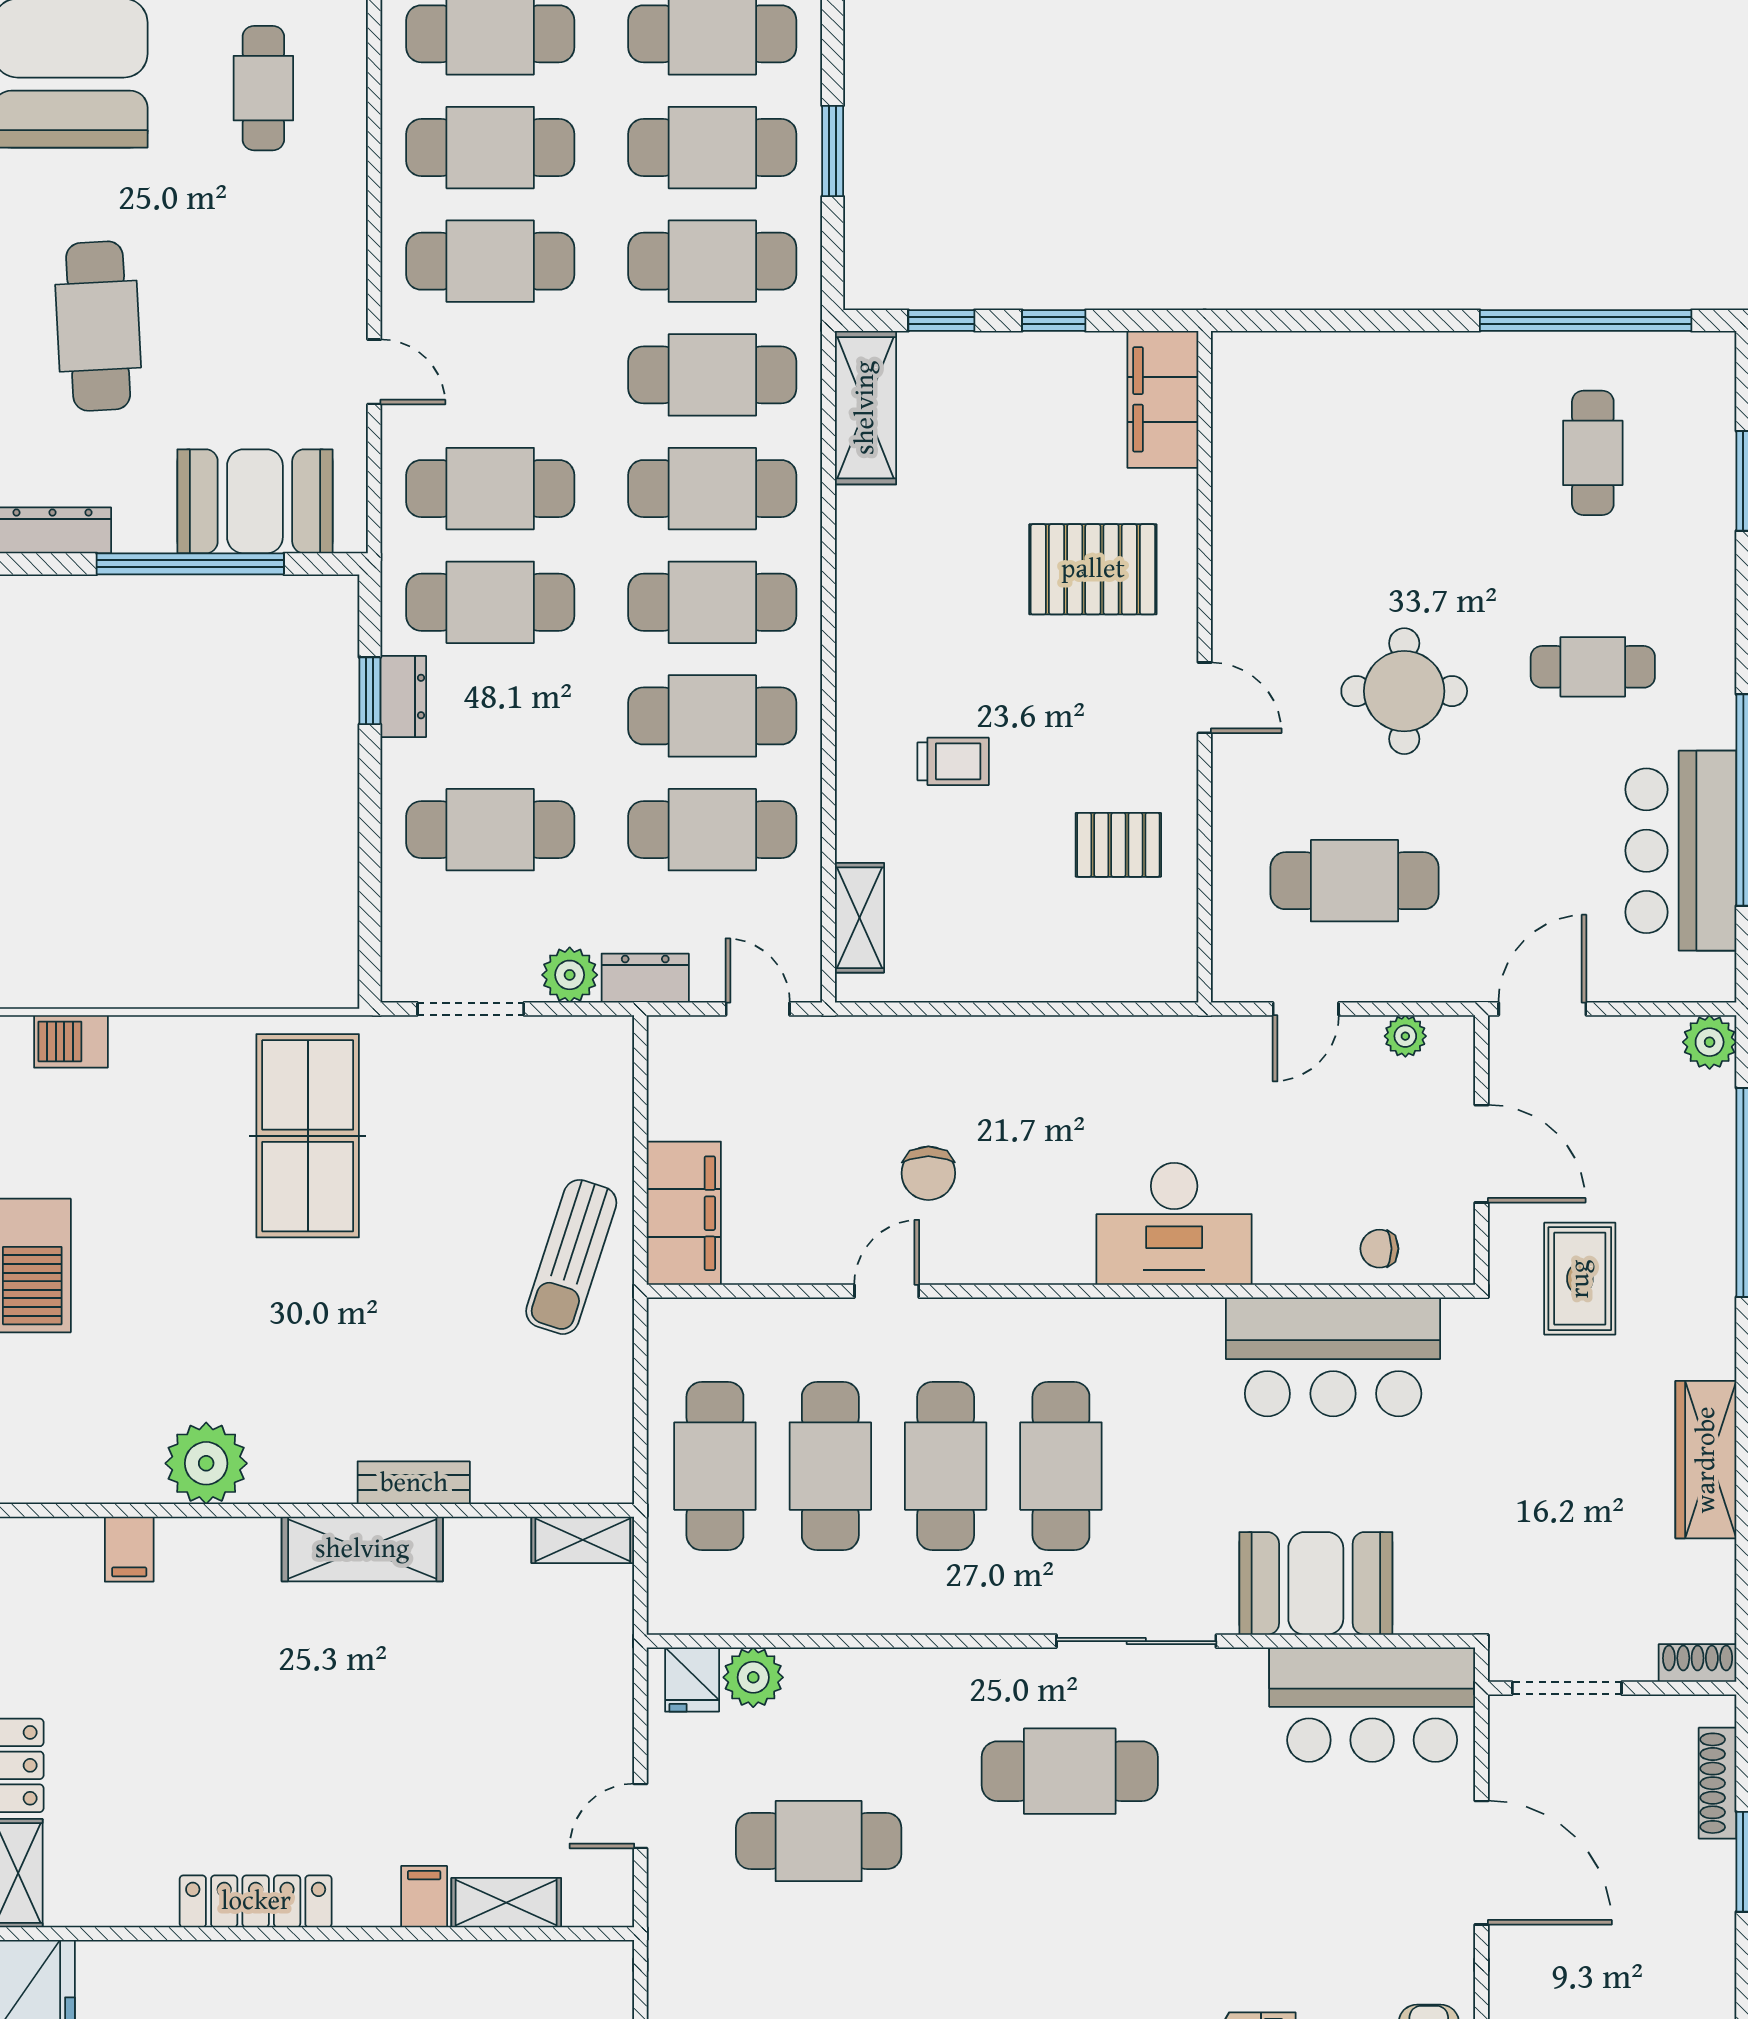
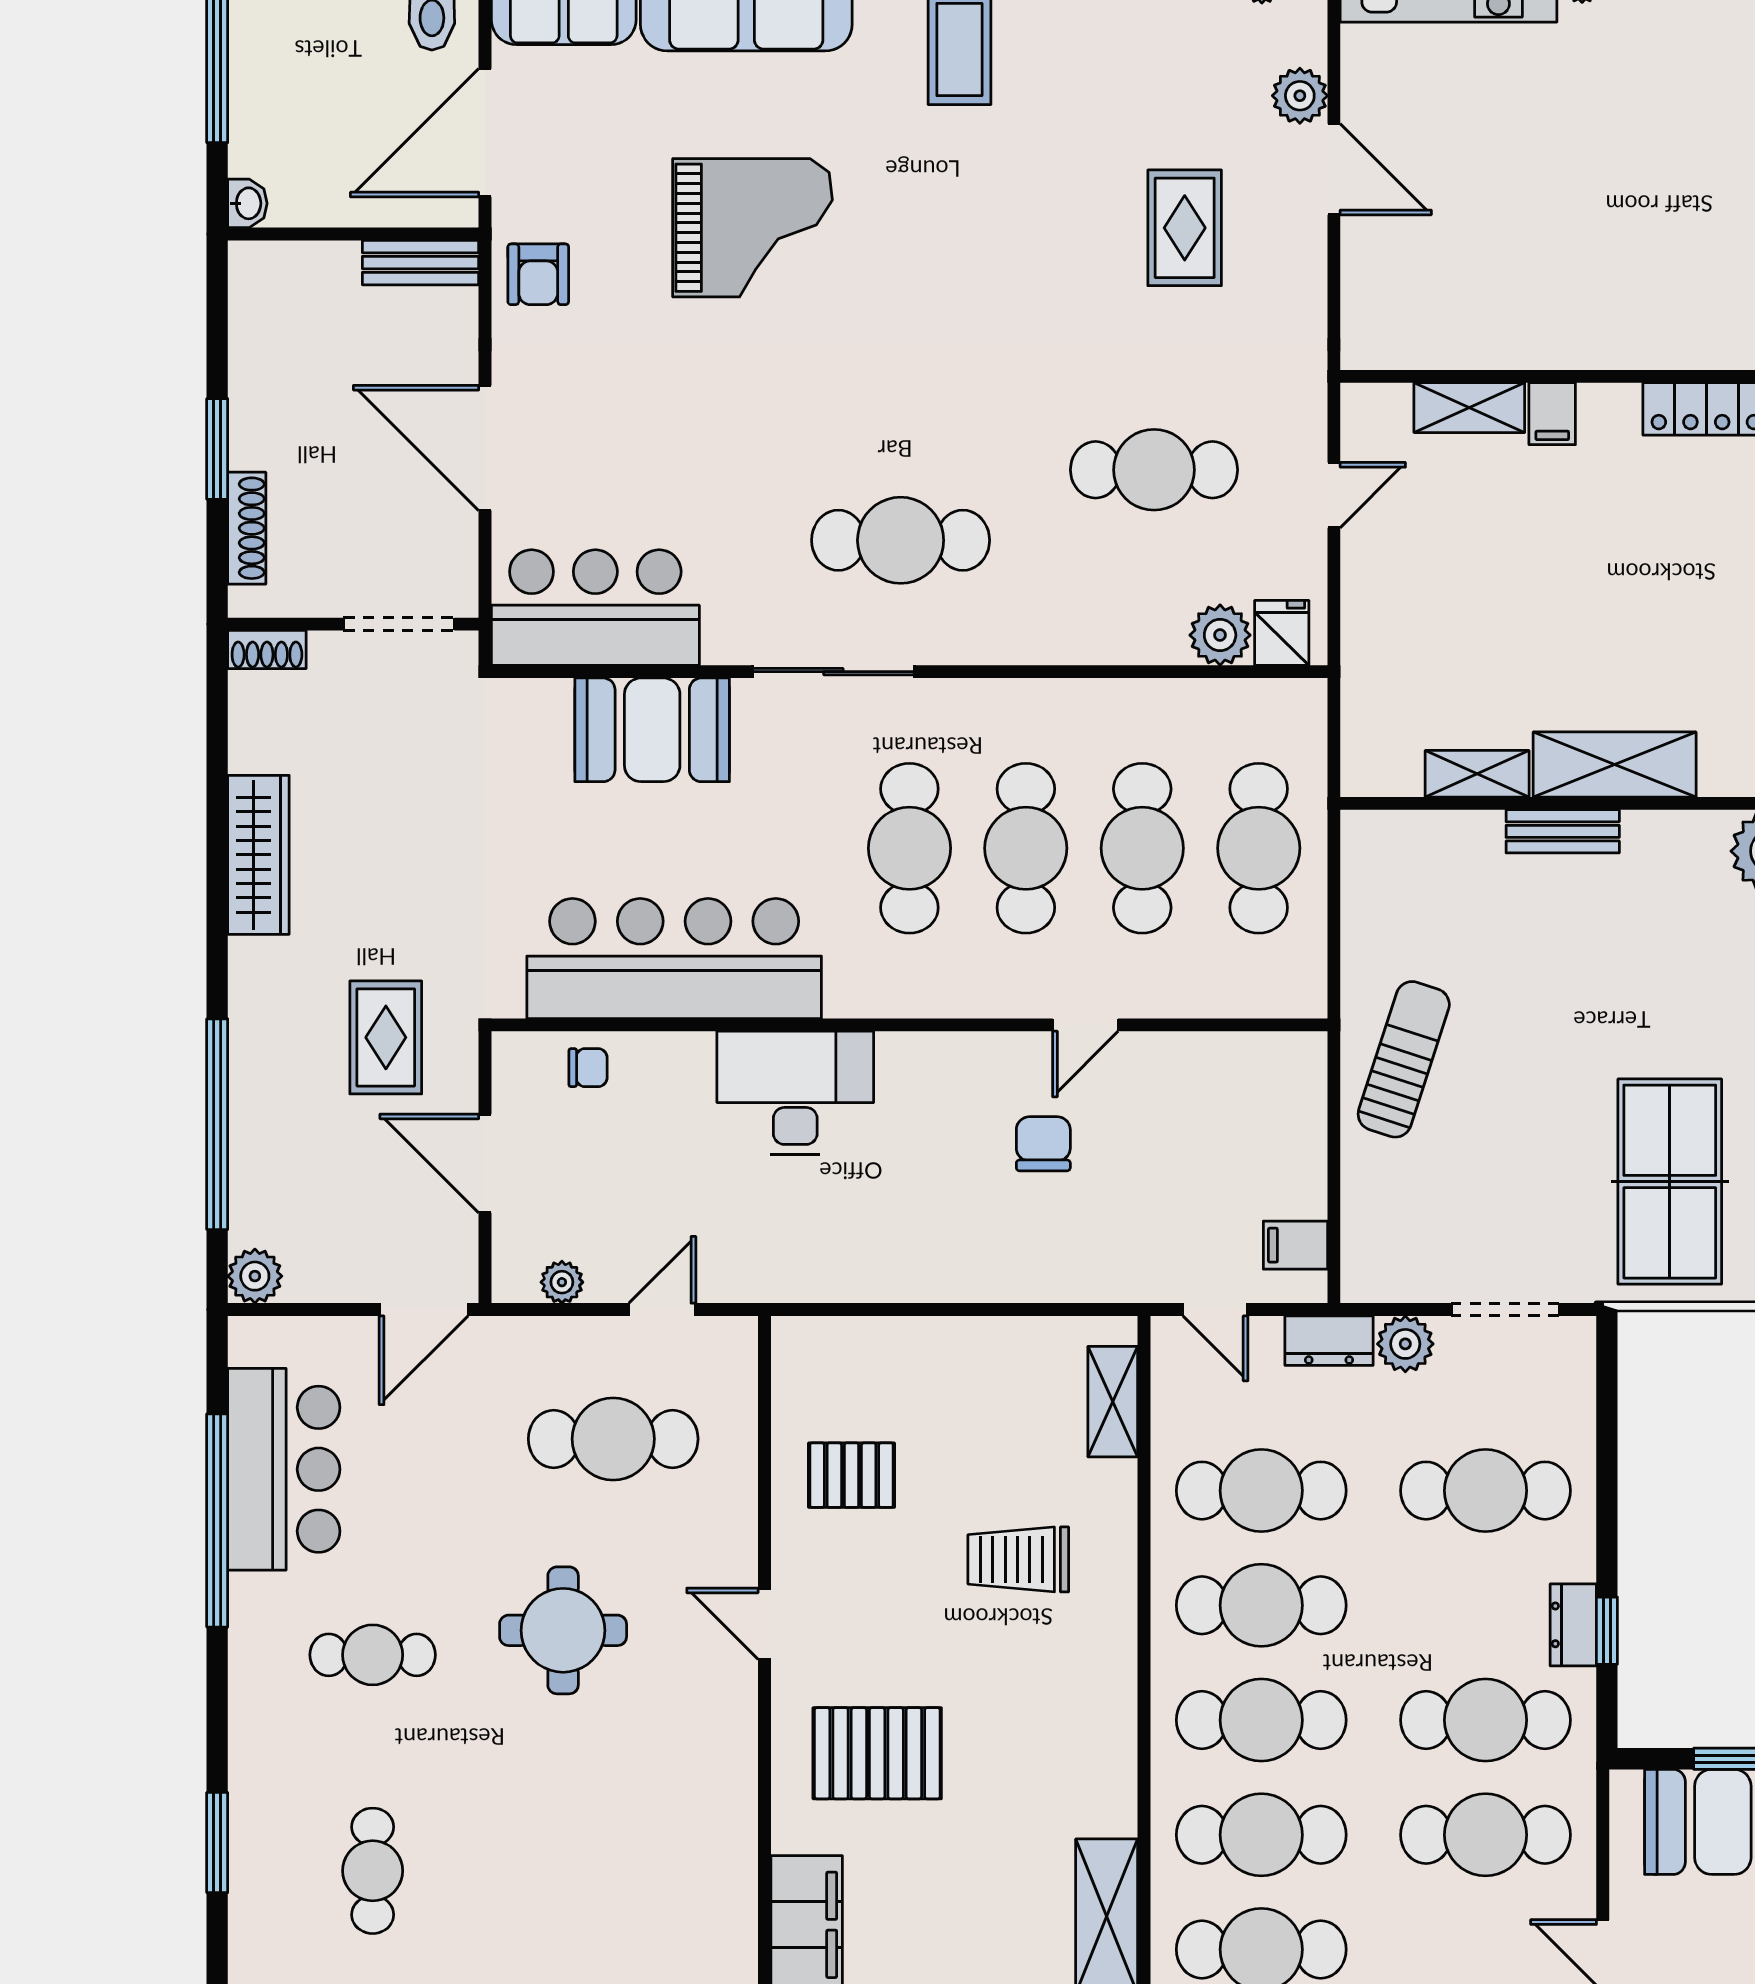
trolley: (953, 761) -> (1018, 1559), width x1.36, depth x1.39
filing cabinet: (684, 1213) -> (1295, 1245), moved, width x0.33, depth x0.86
bar counter: (1333, 1357) -> (674, 958), width x1.36
shelving: (583, 1540) -> (1477, 774), moved

